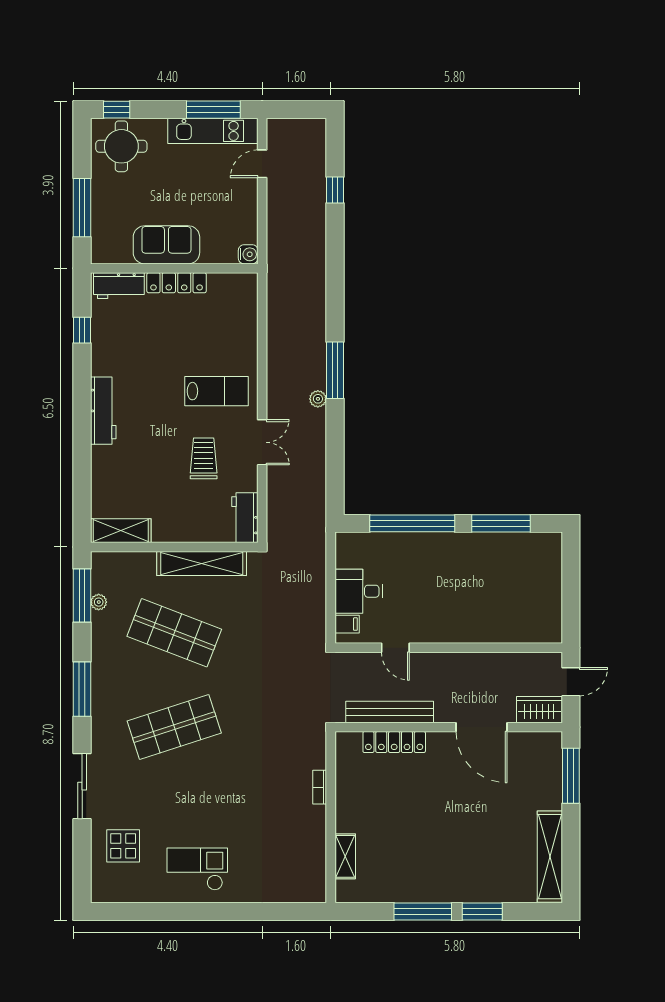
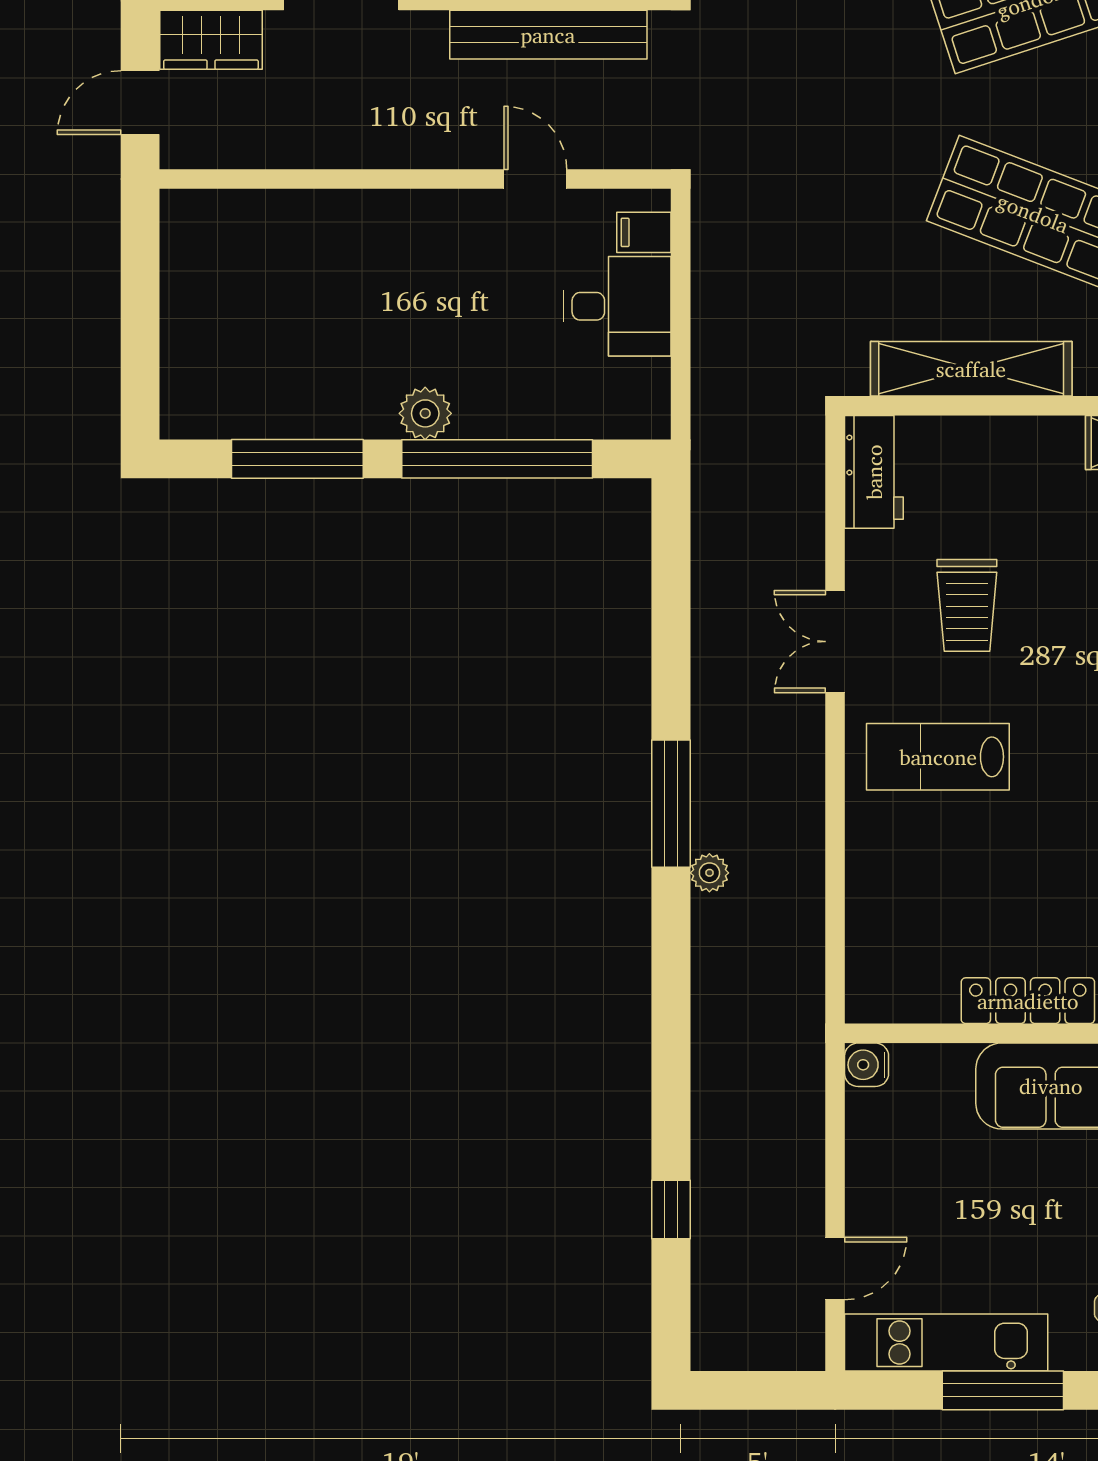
window: (213, 110) -> (1003, 1390), moved
plant: (318, 399) -> (709, 873), moved
plant: (444, 544) -> (425, 413), added

